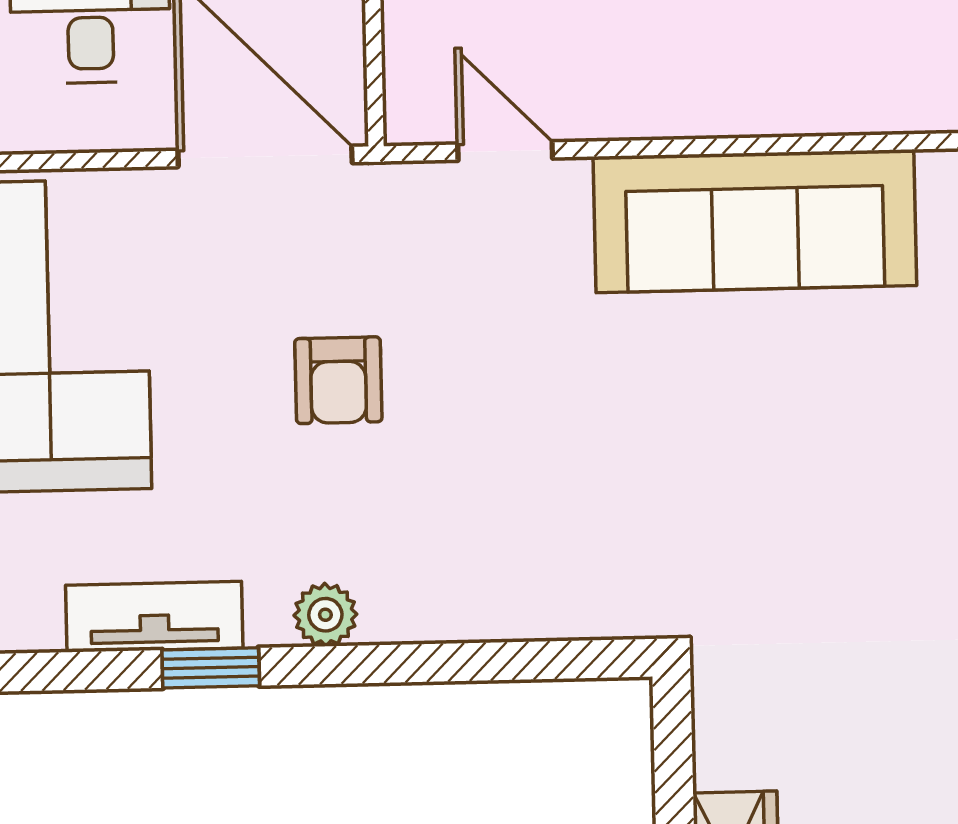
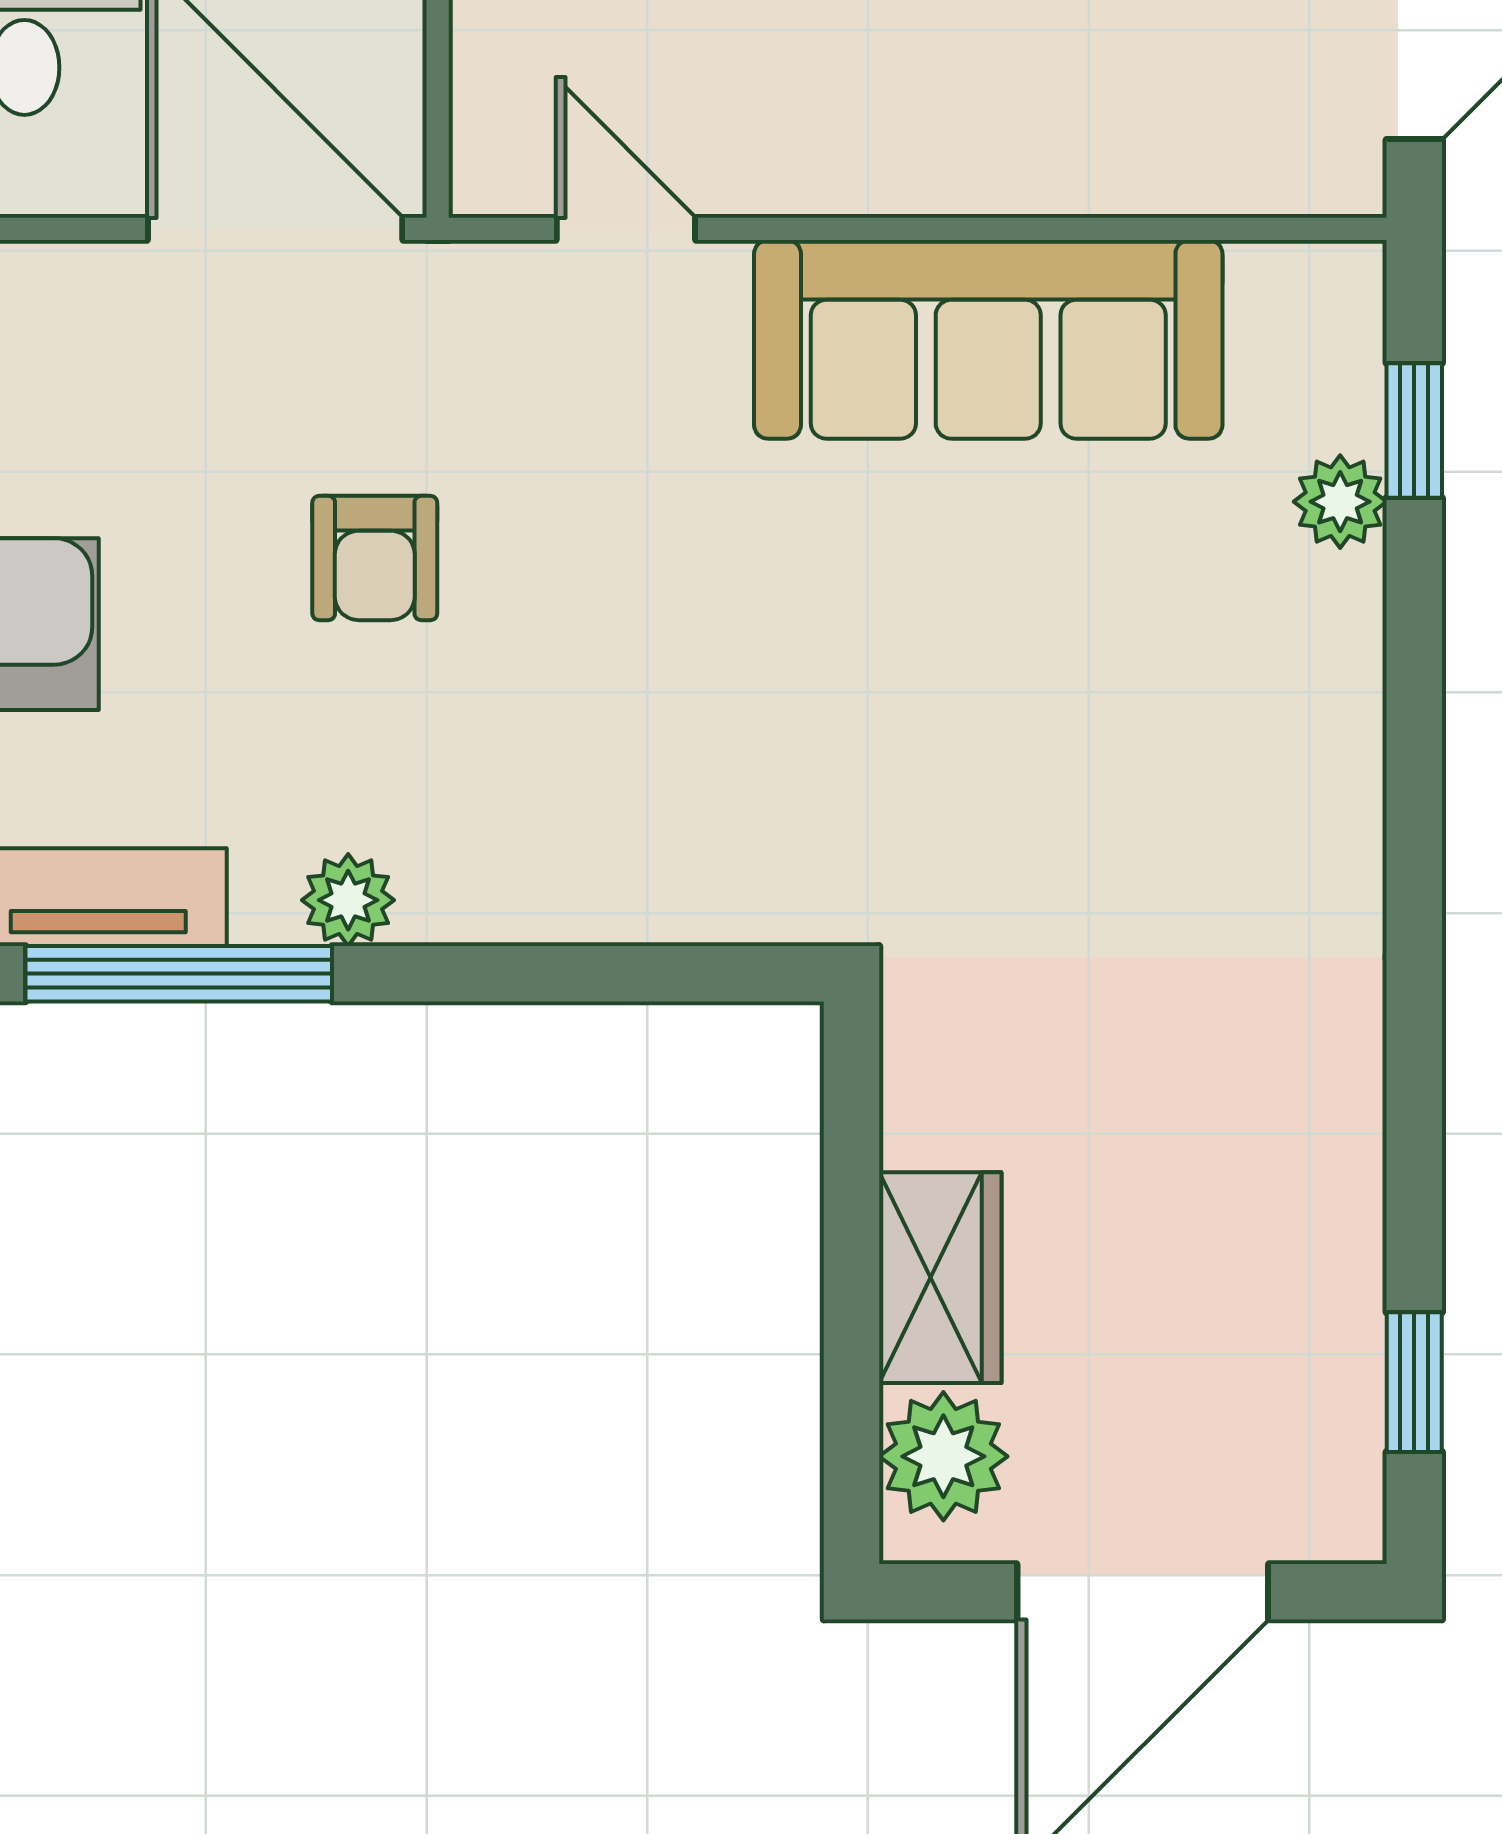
window: (211, 668) -> (179, 974), width x2.17

